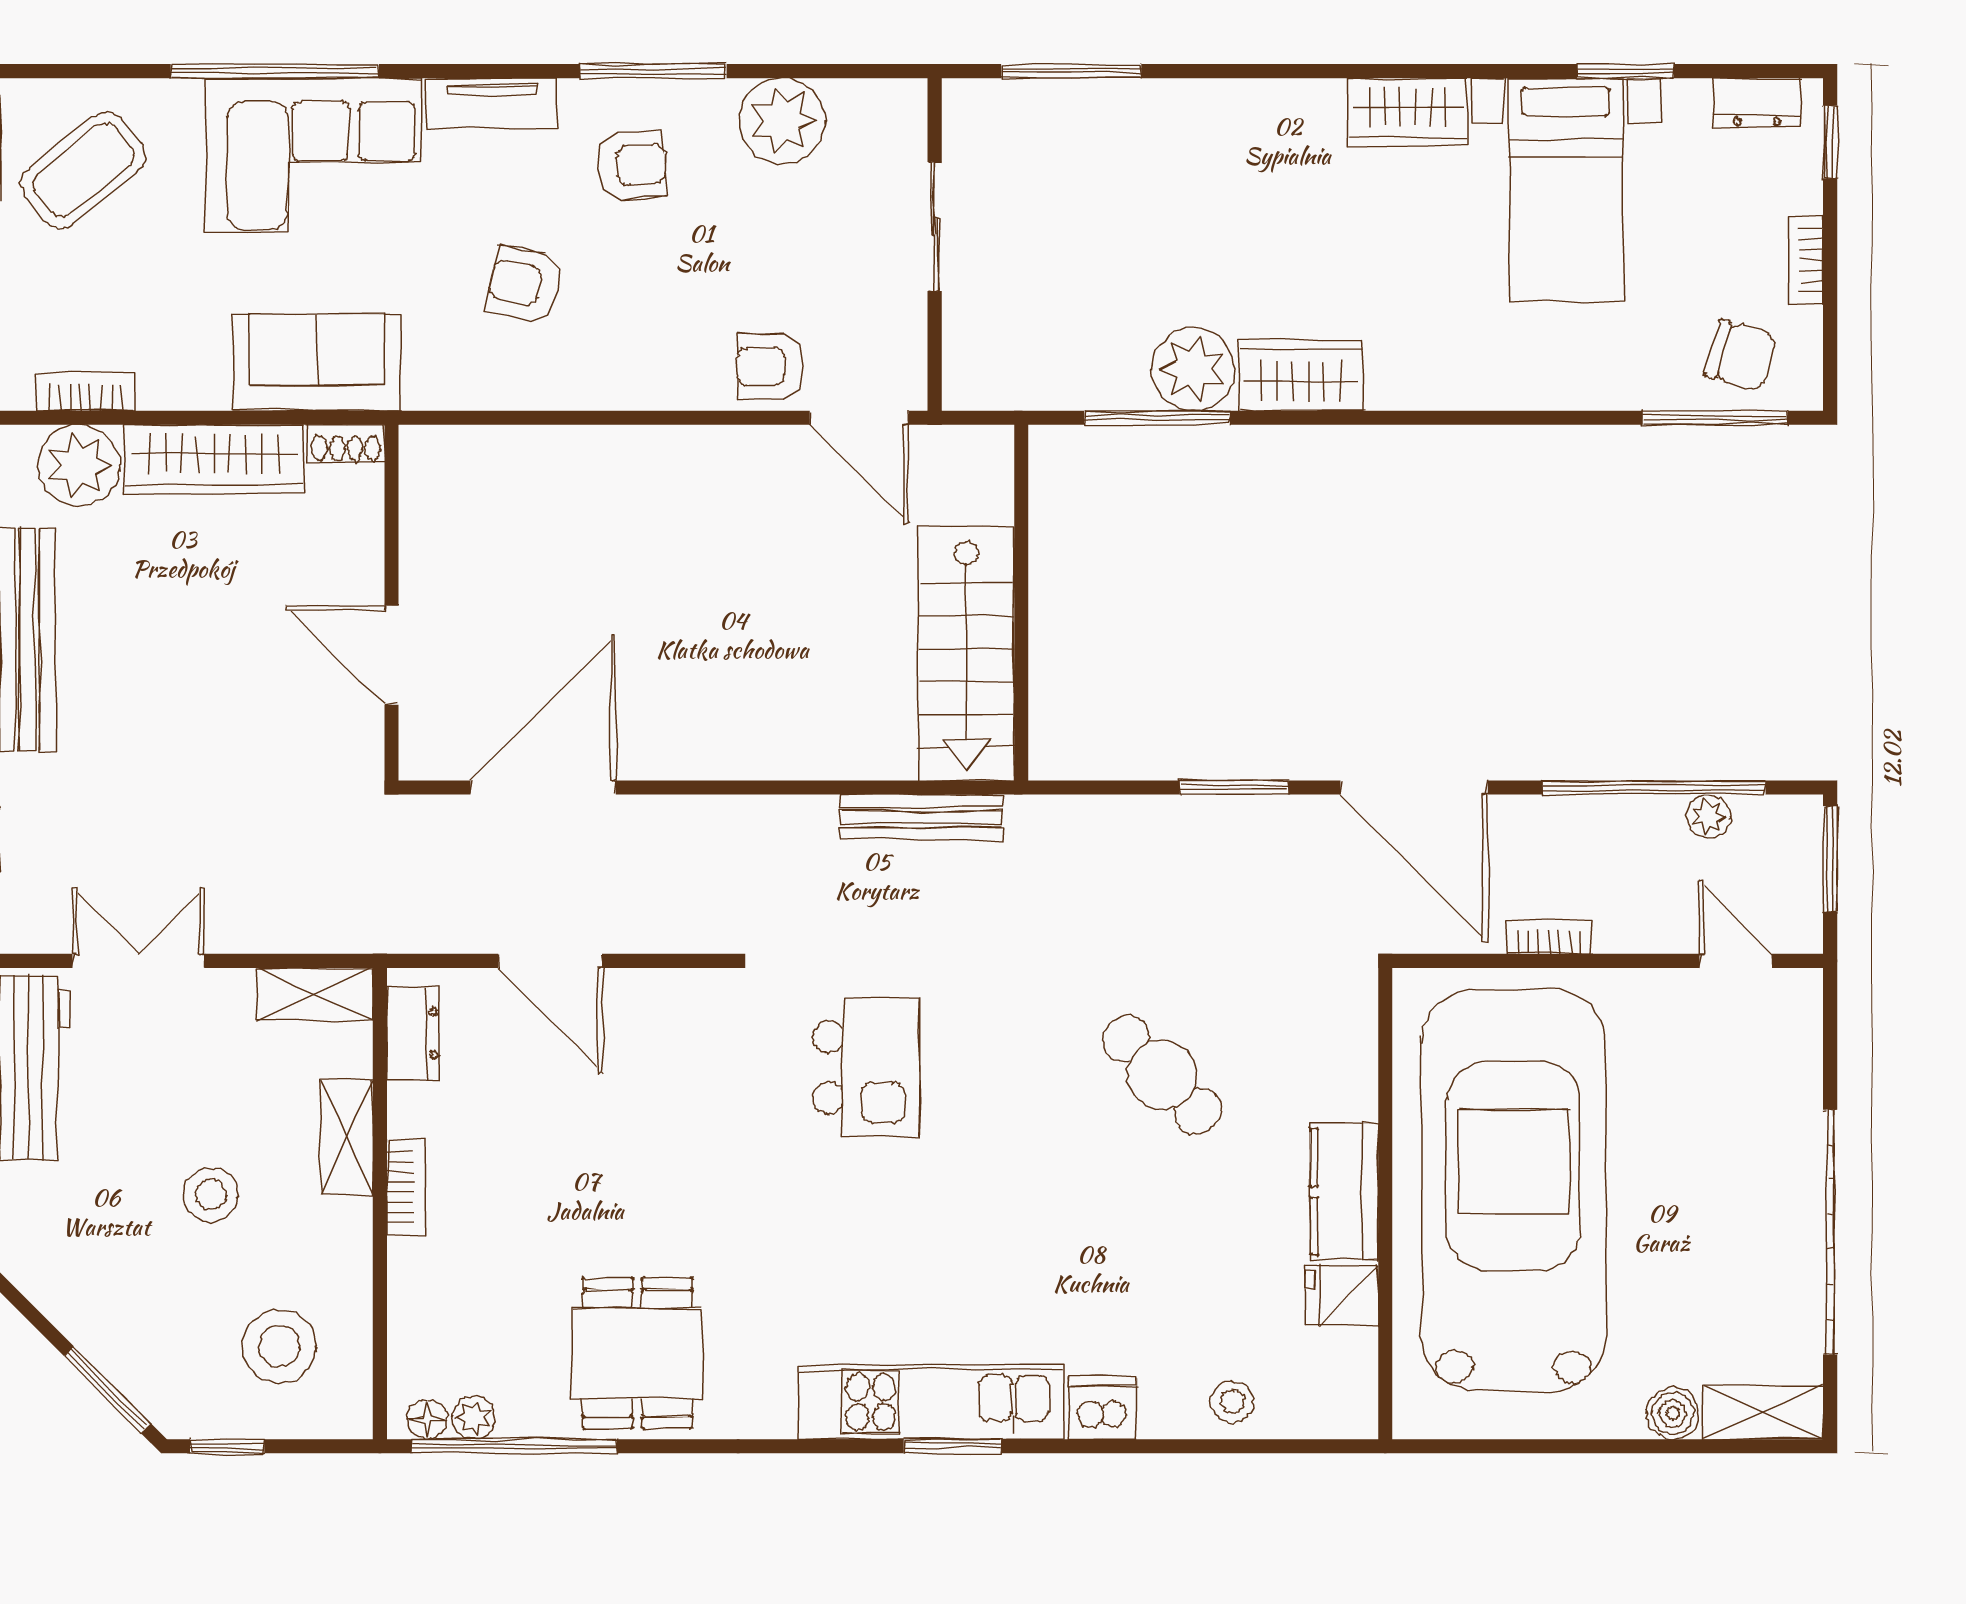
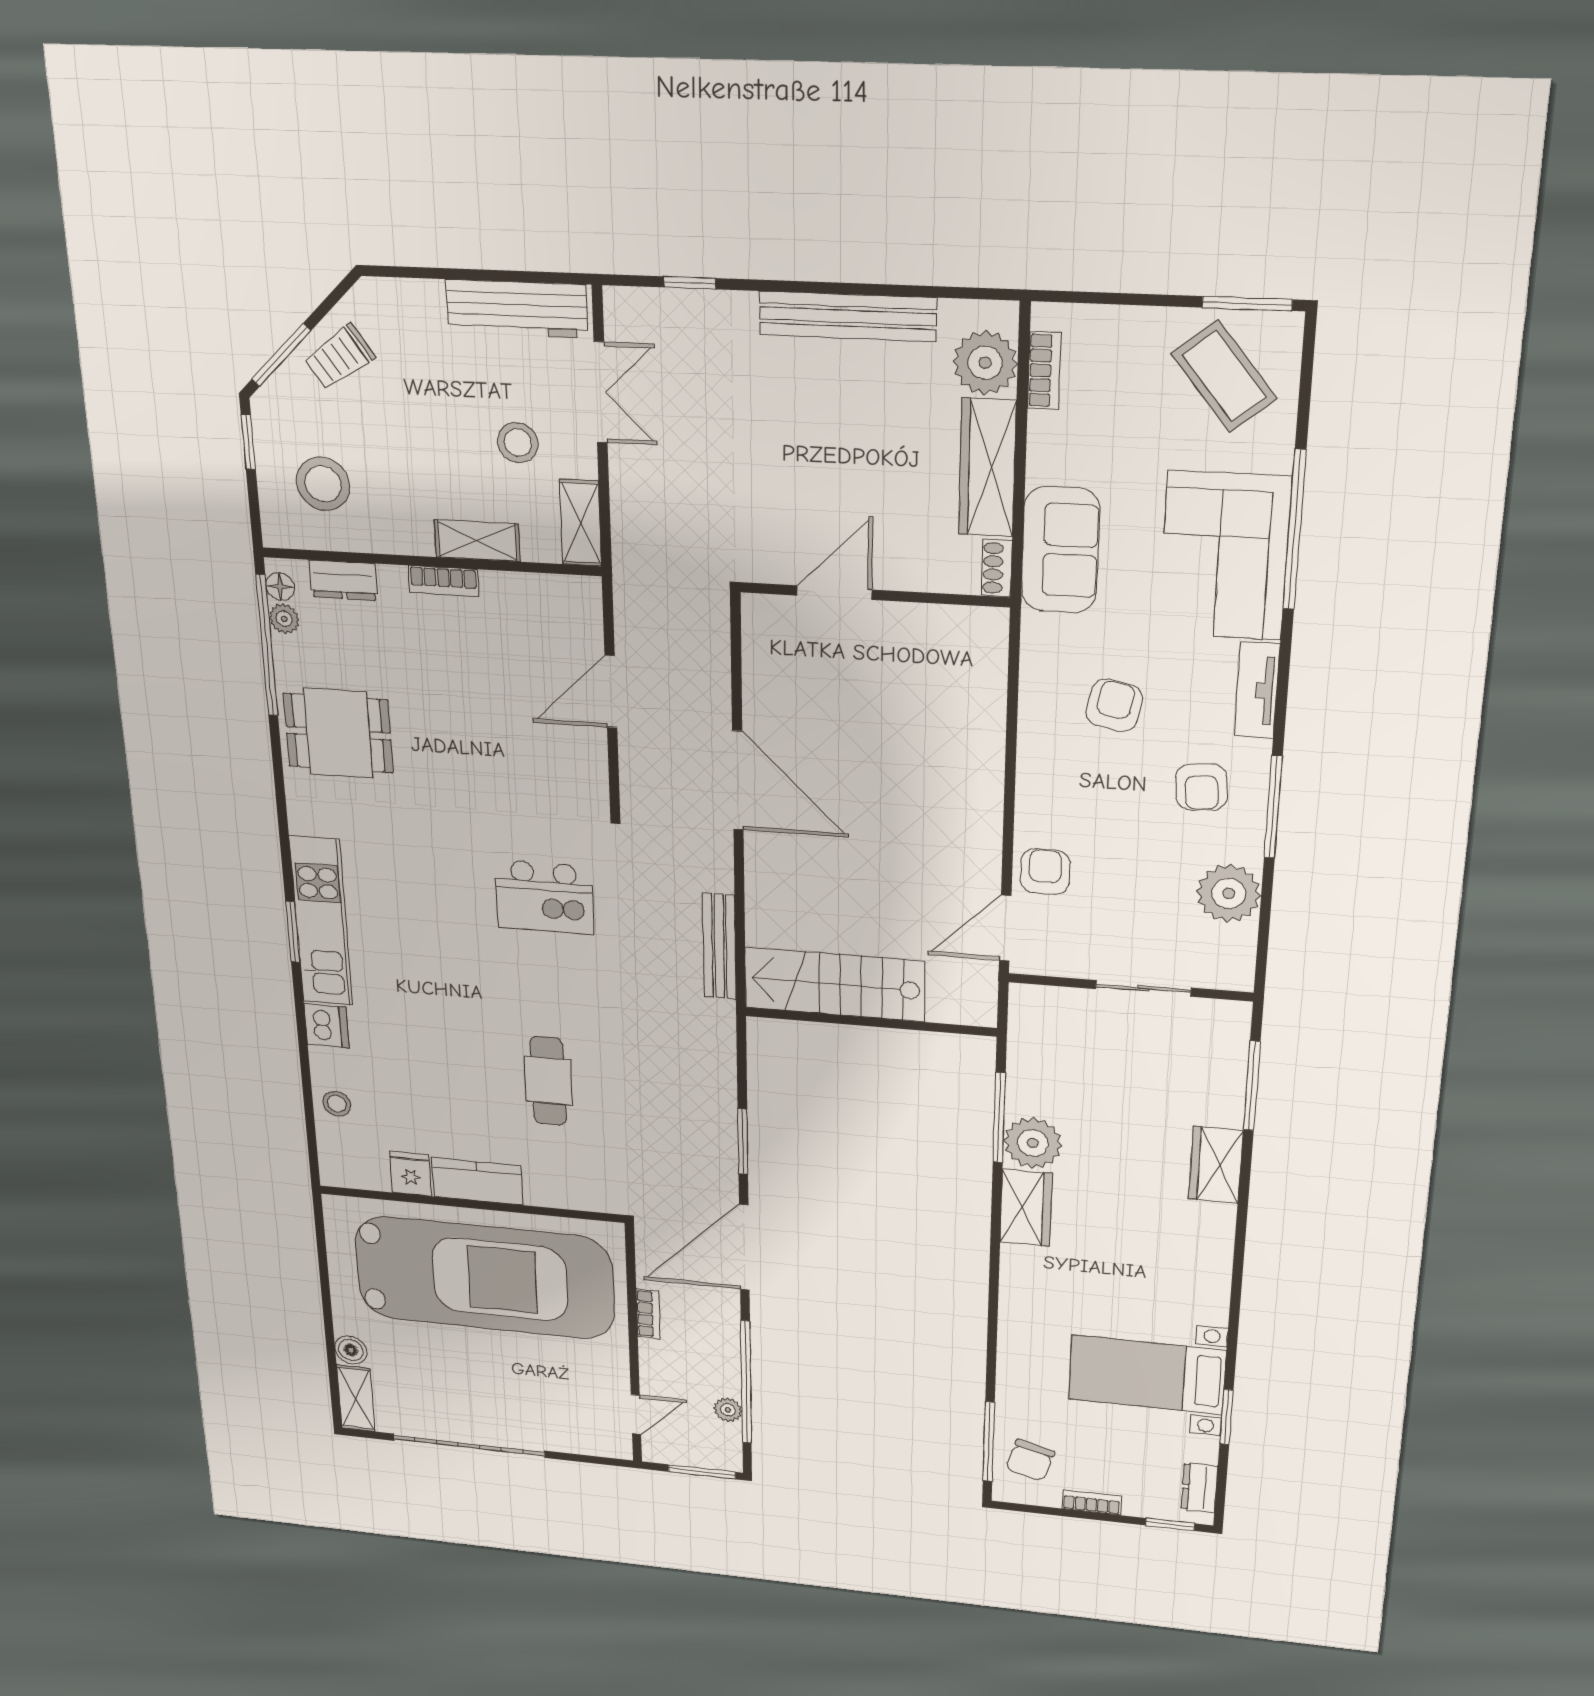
wardrobe: (1407, 112) -> (1216, 1165), moved
door: (543, 788) -> (738, 780), moved
dresser: (413, 1033) -> (343, 580), moved
cafe table: (1162, 1075) -> (548, 1081), turned -45
stool: (211, 1195) -> (518, 443), moved
trolley: (107, 1310) -> (339, 357), added

